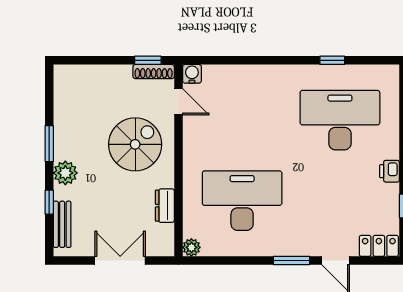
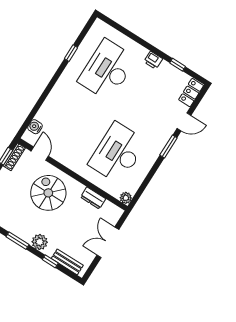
water cooler: (192, 74) -> (35, 127), moved
door: (178, 102) -> (40, 154), hinge flipped

